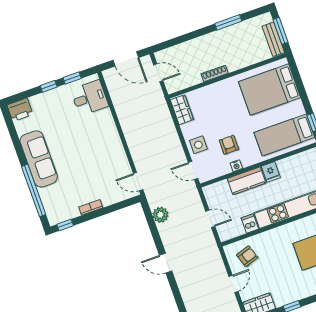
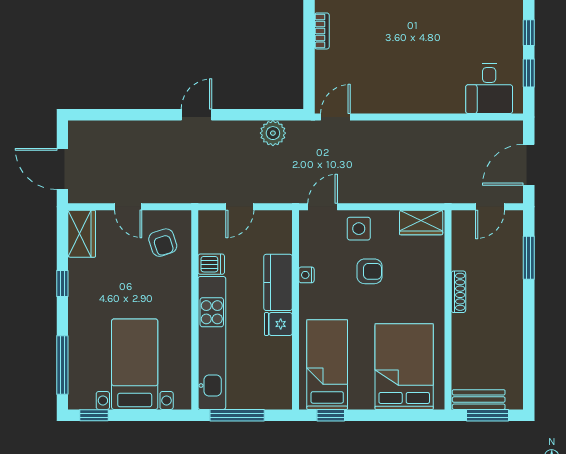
window: (228, 22) -> (529, 258), moved
armchair: (229, 145) -> (370, 271), moved

